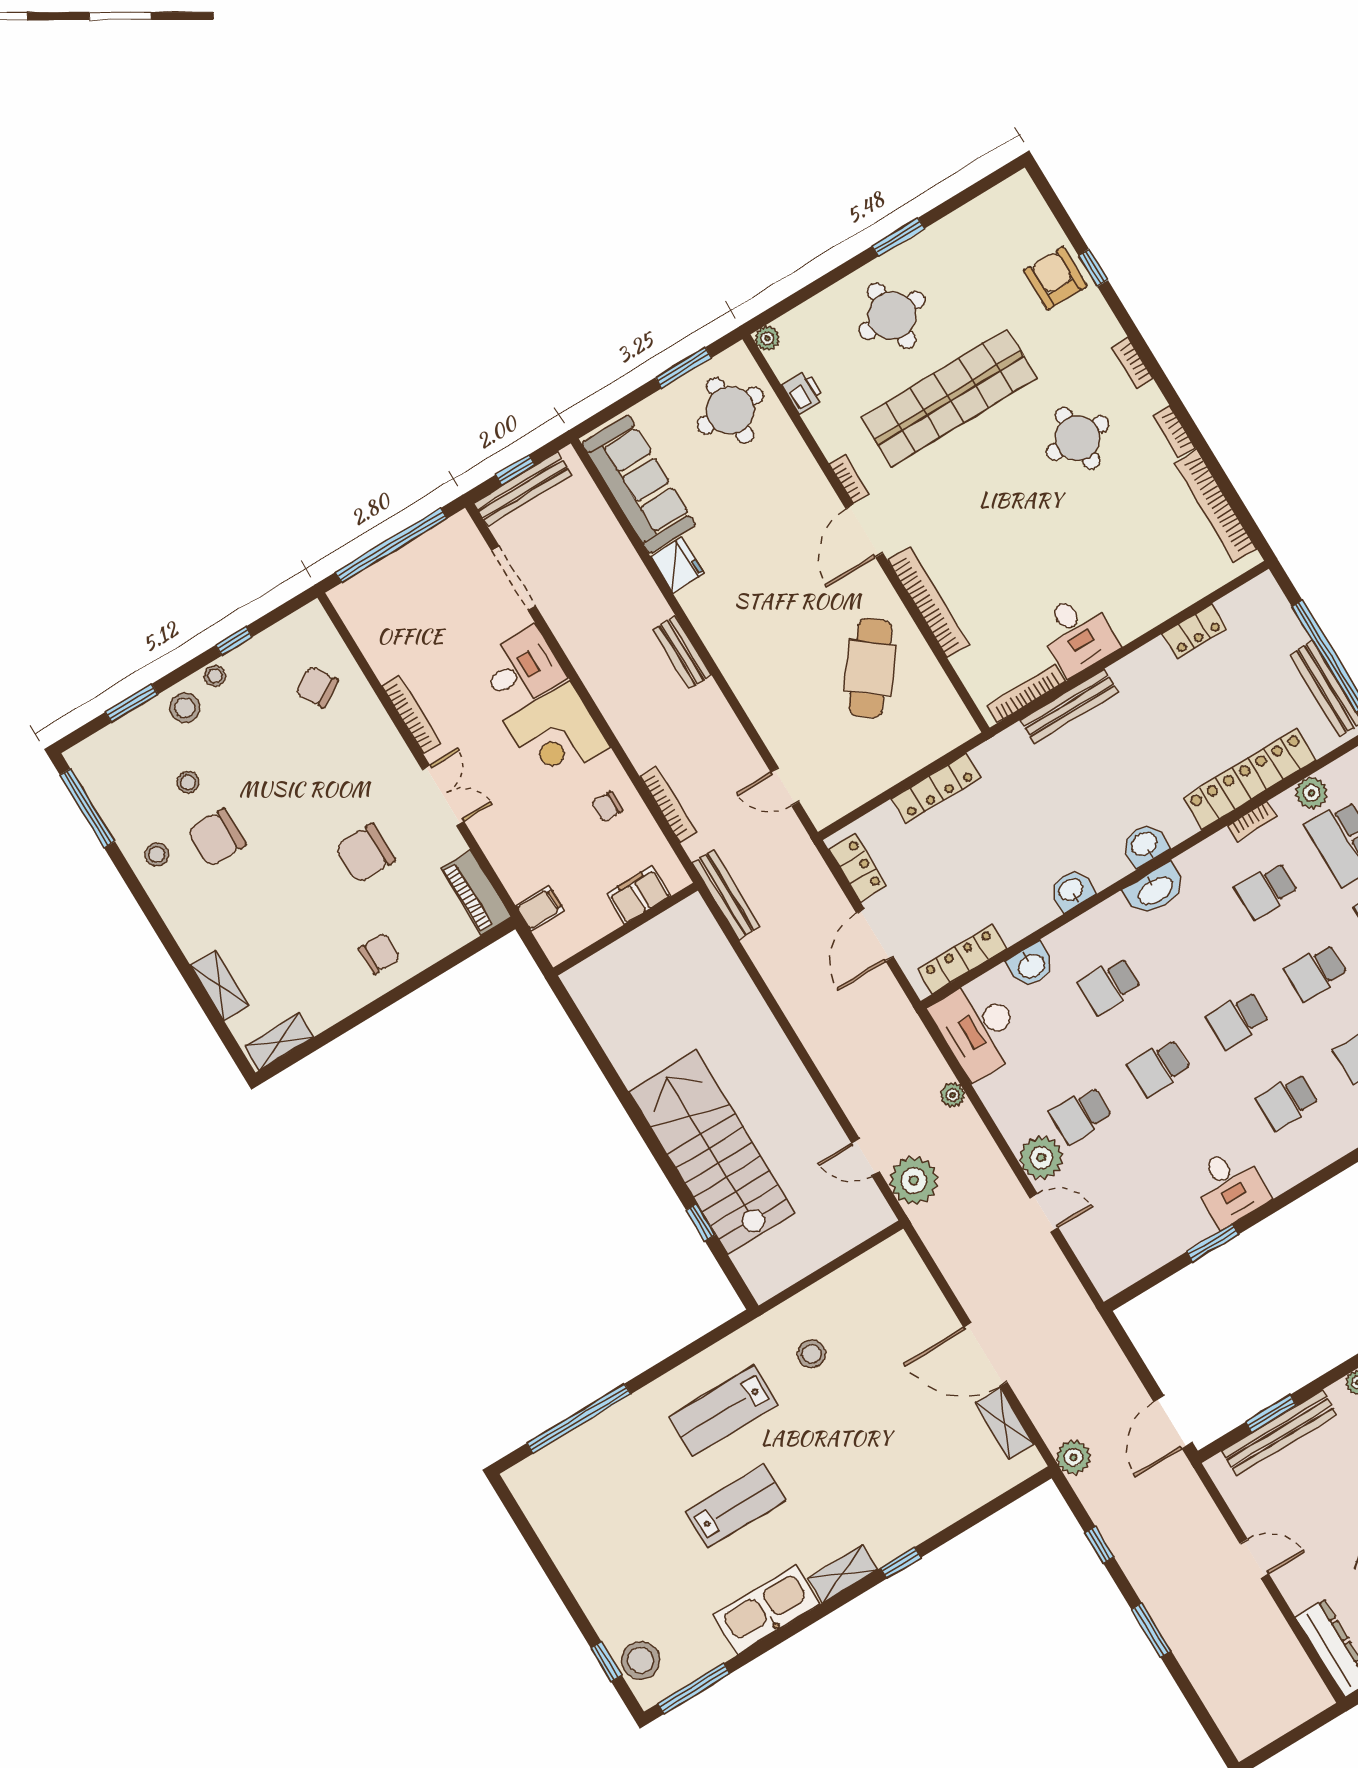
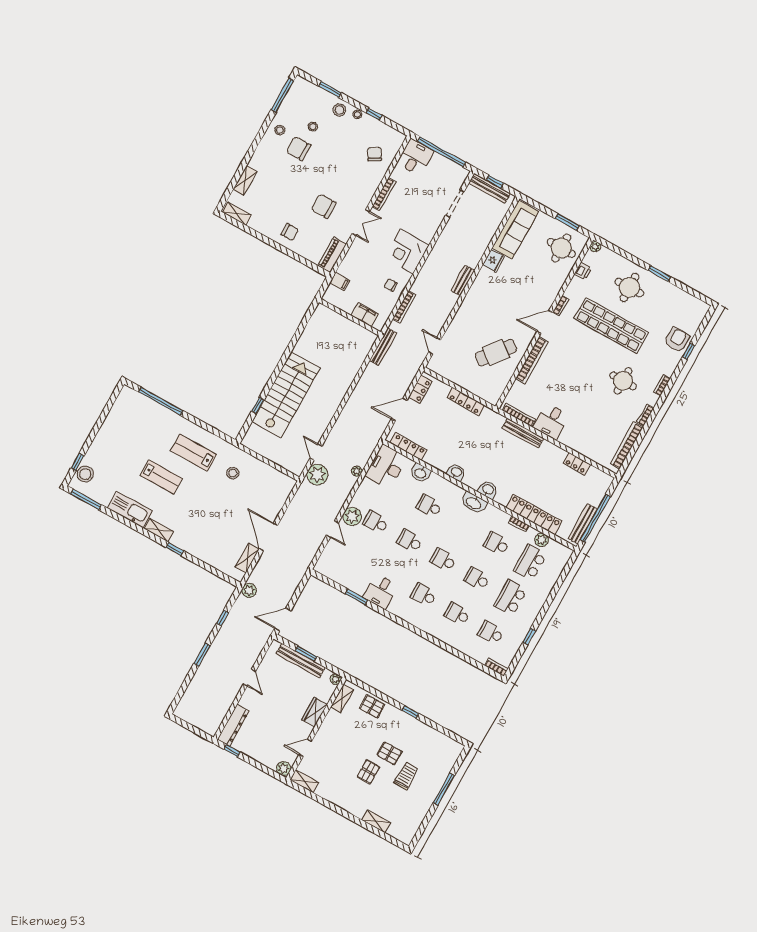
desk: (522, 668) -> (415, 157), moved, turned -90

